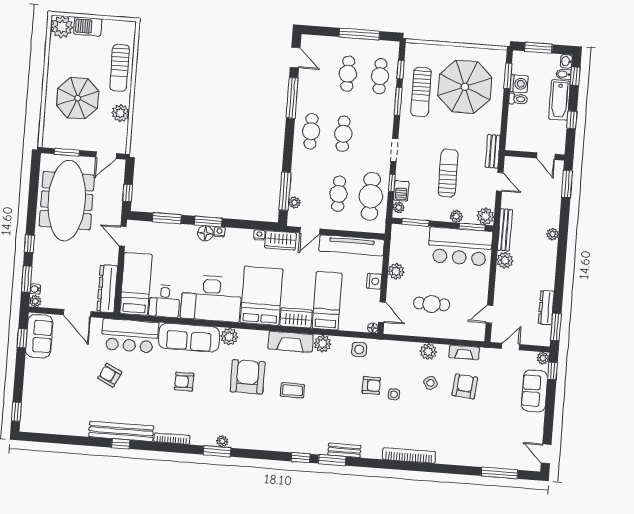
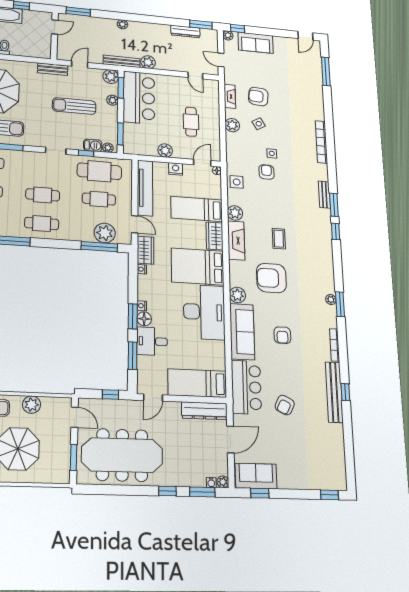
plant: (294, 203) -> (105, 233), width x1.88, depth x1.88
desk: (164, 301) -> (152, 341), moved, turned 180

